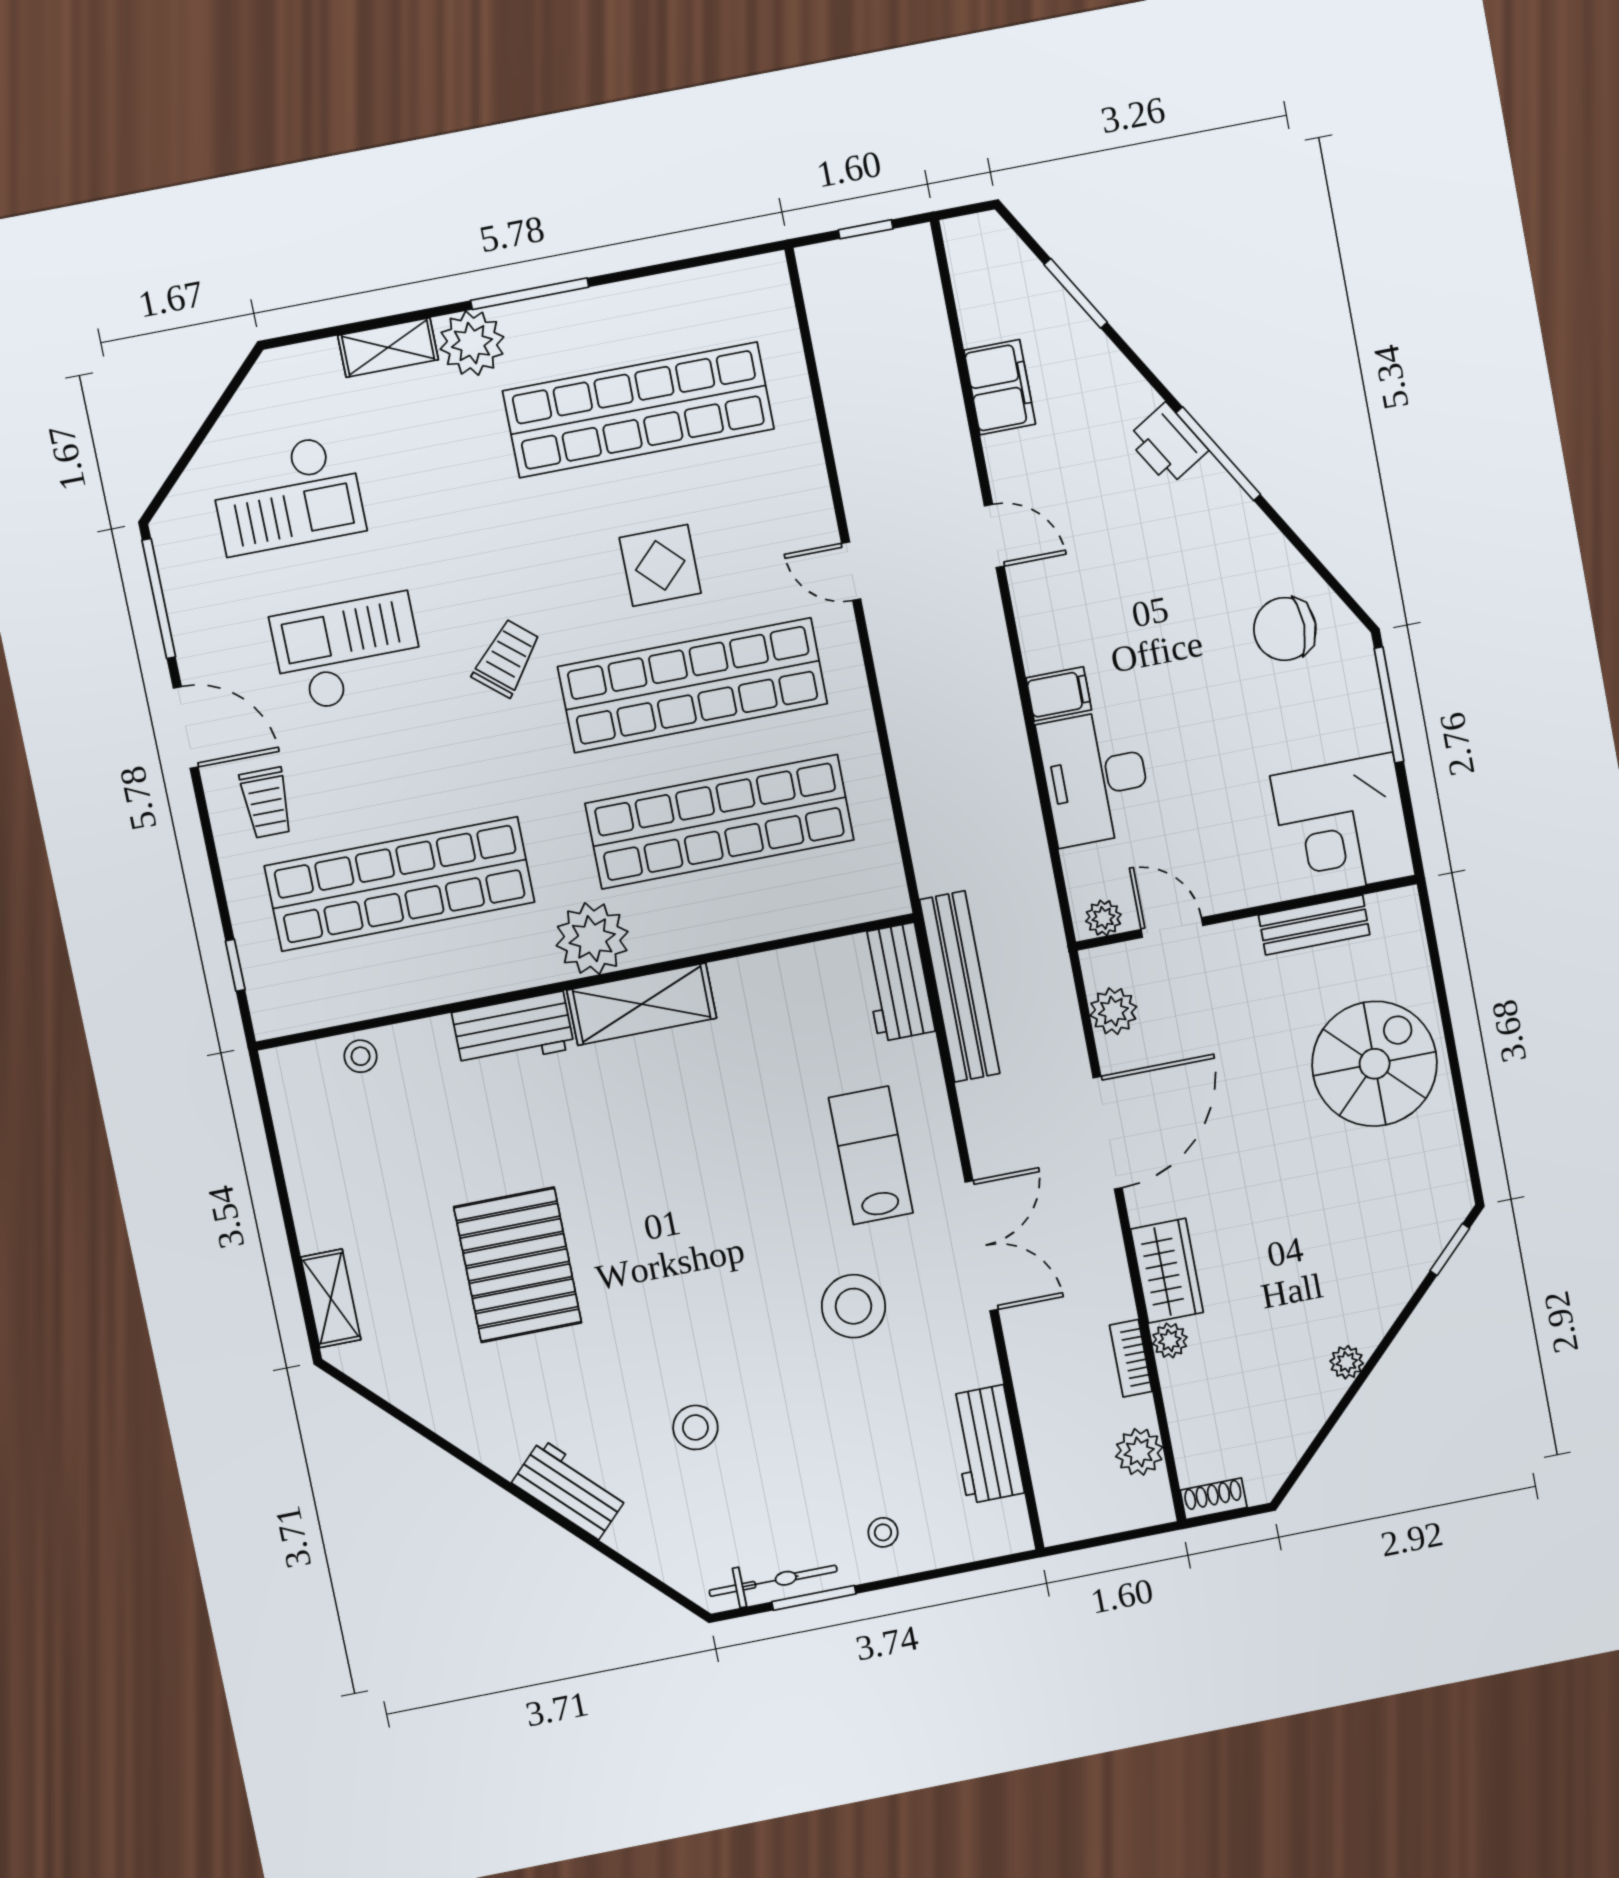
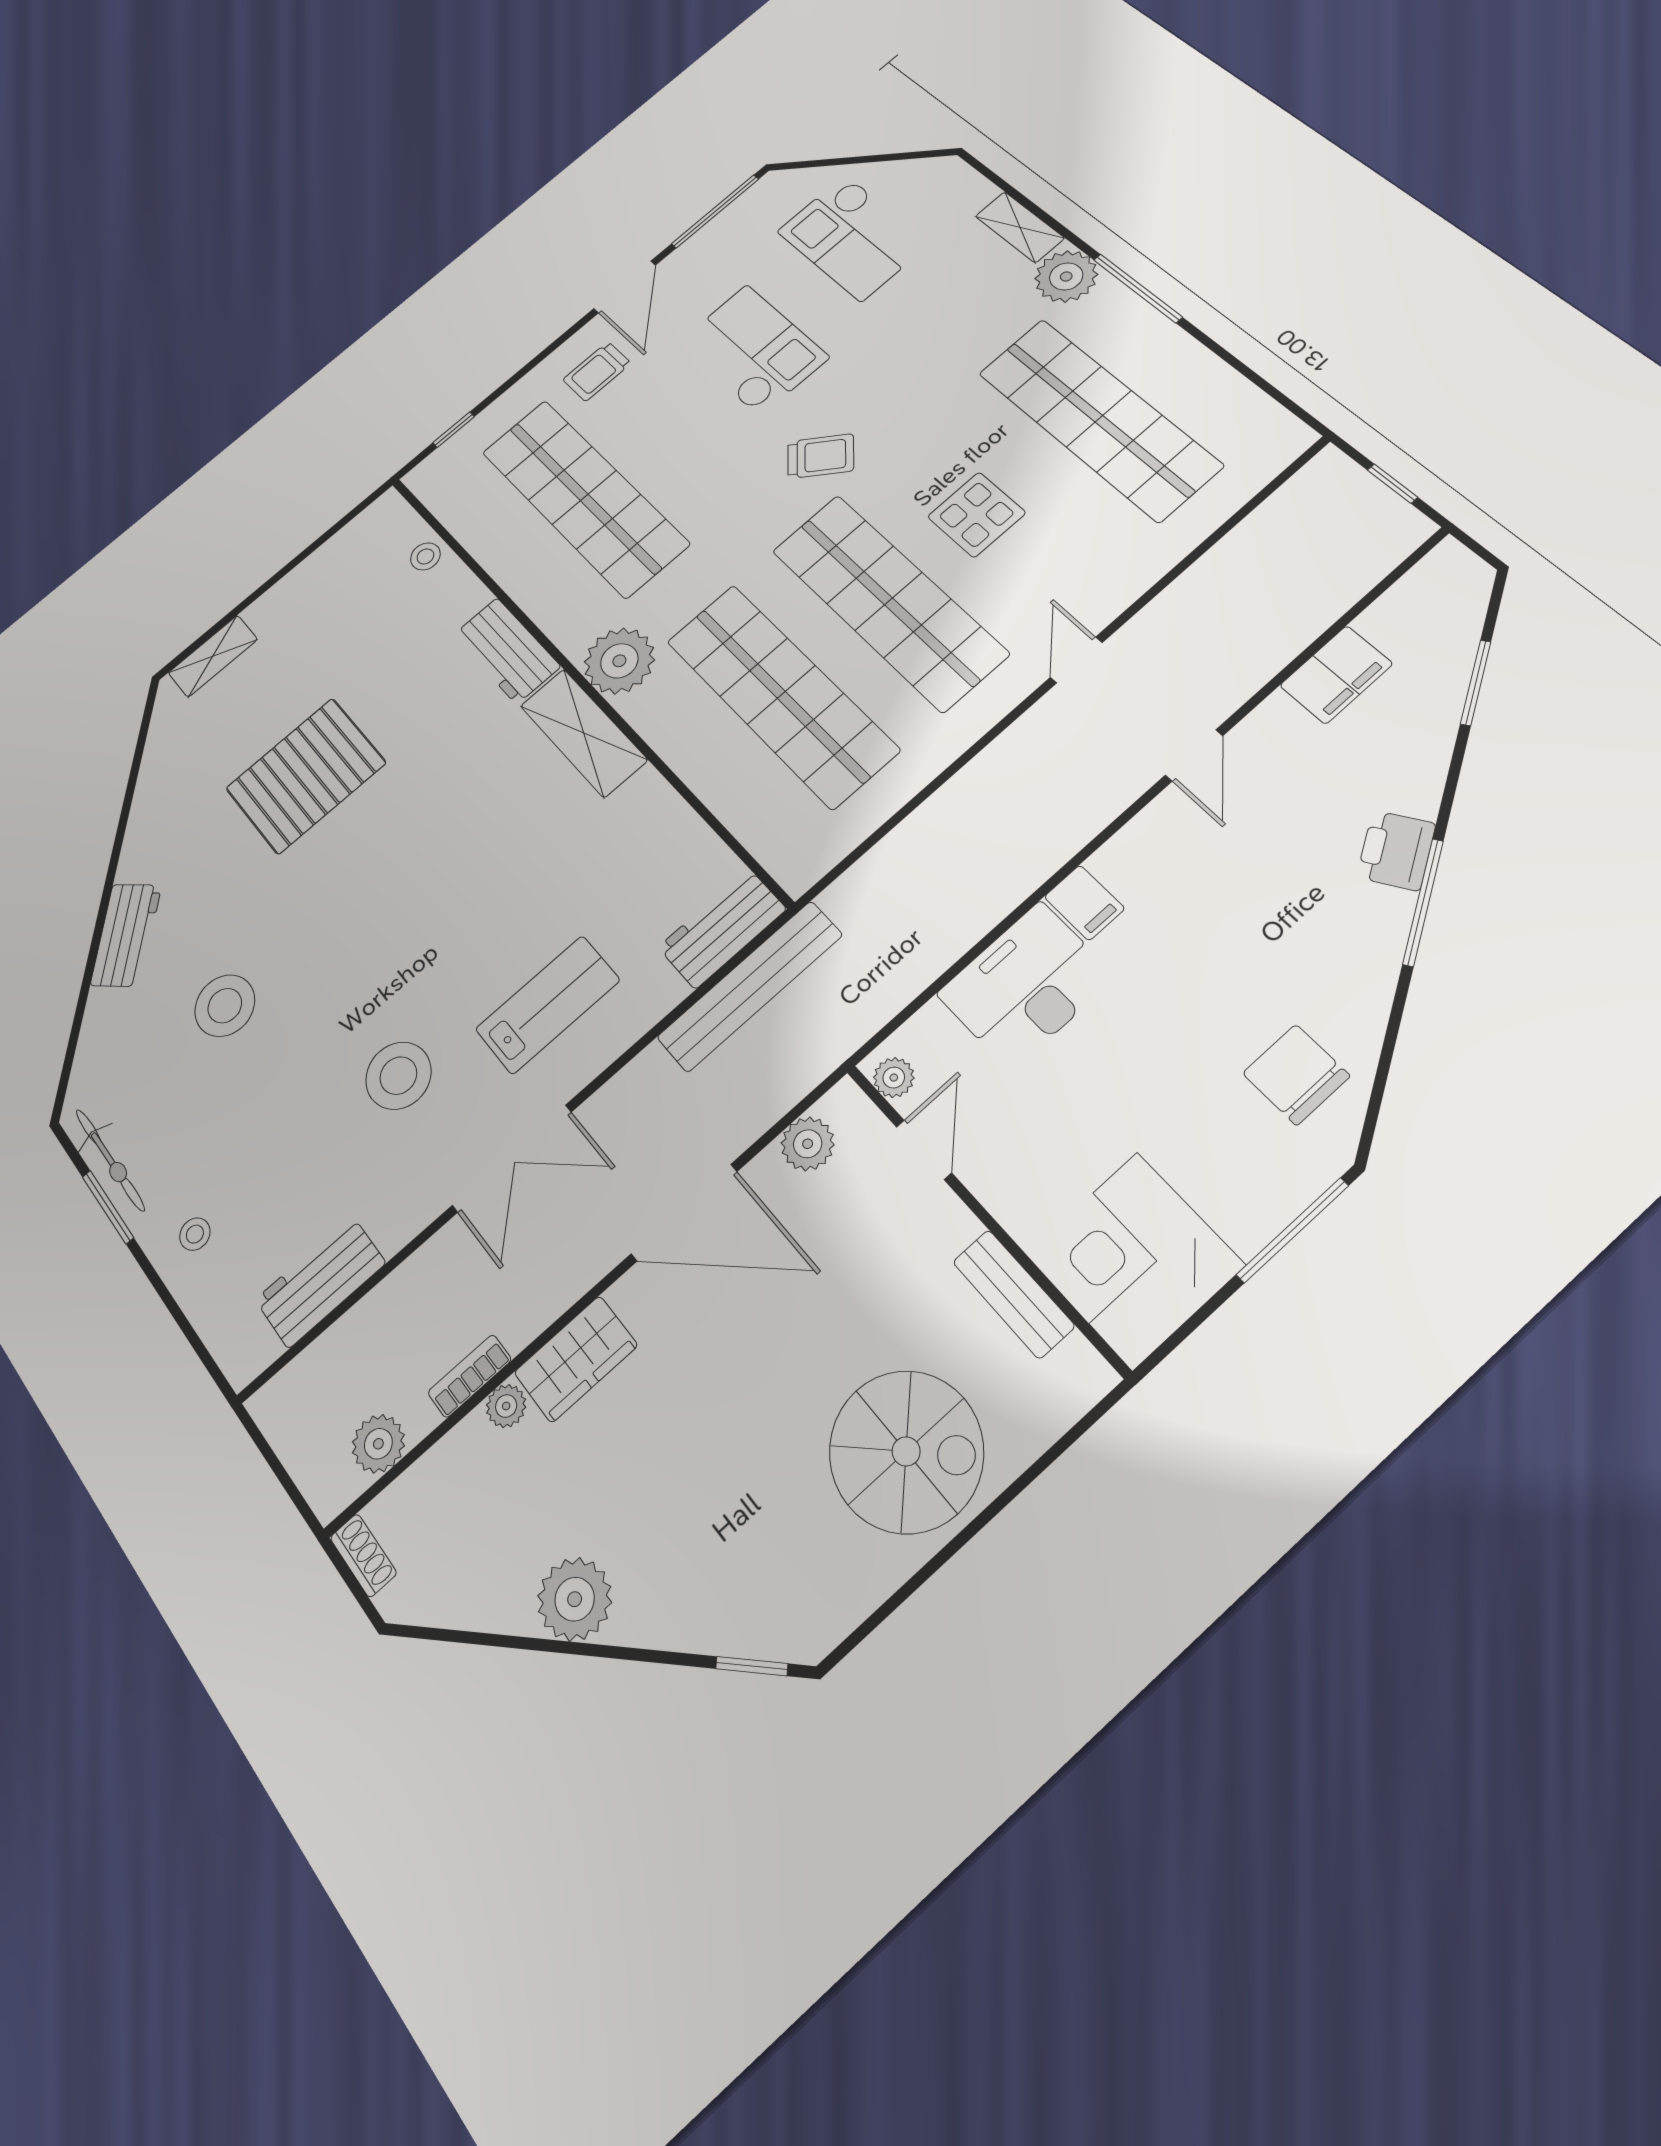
plant: (1347, 1362) -> (575, 1599), width x1.88, depth x1.88
stool: (695, 1427) -> (225, 1006), width x1.38, depth x1.38

